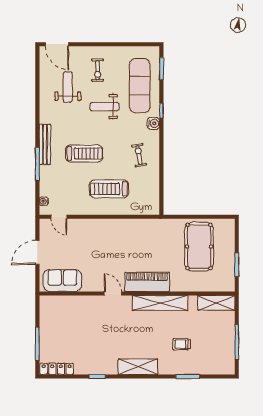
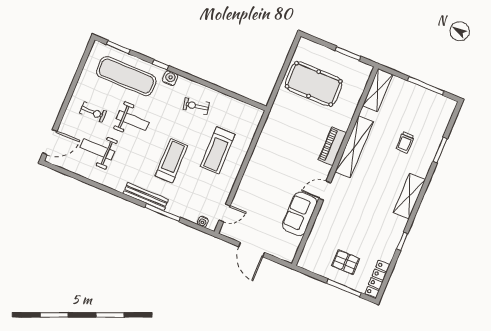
weight bench: (104, 107) -> (133, 121), turned -90
sofa: (62, 280) -> (300, 214), moved
piano: (147, 282) -> (332, 146), width x0.73, depth x0.75
pallet: (60, 336) -> (346, 262), added

